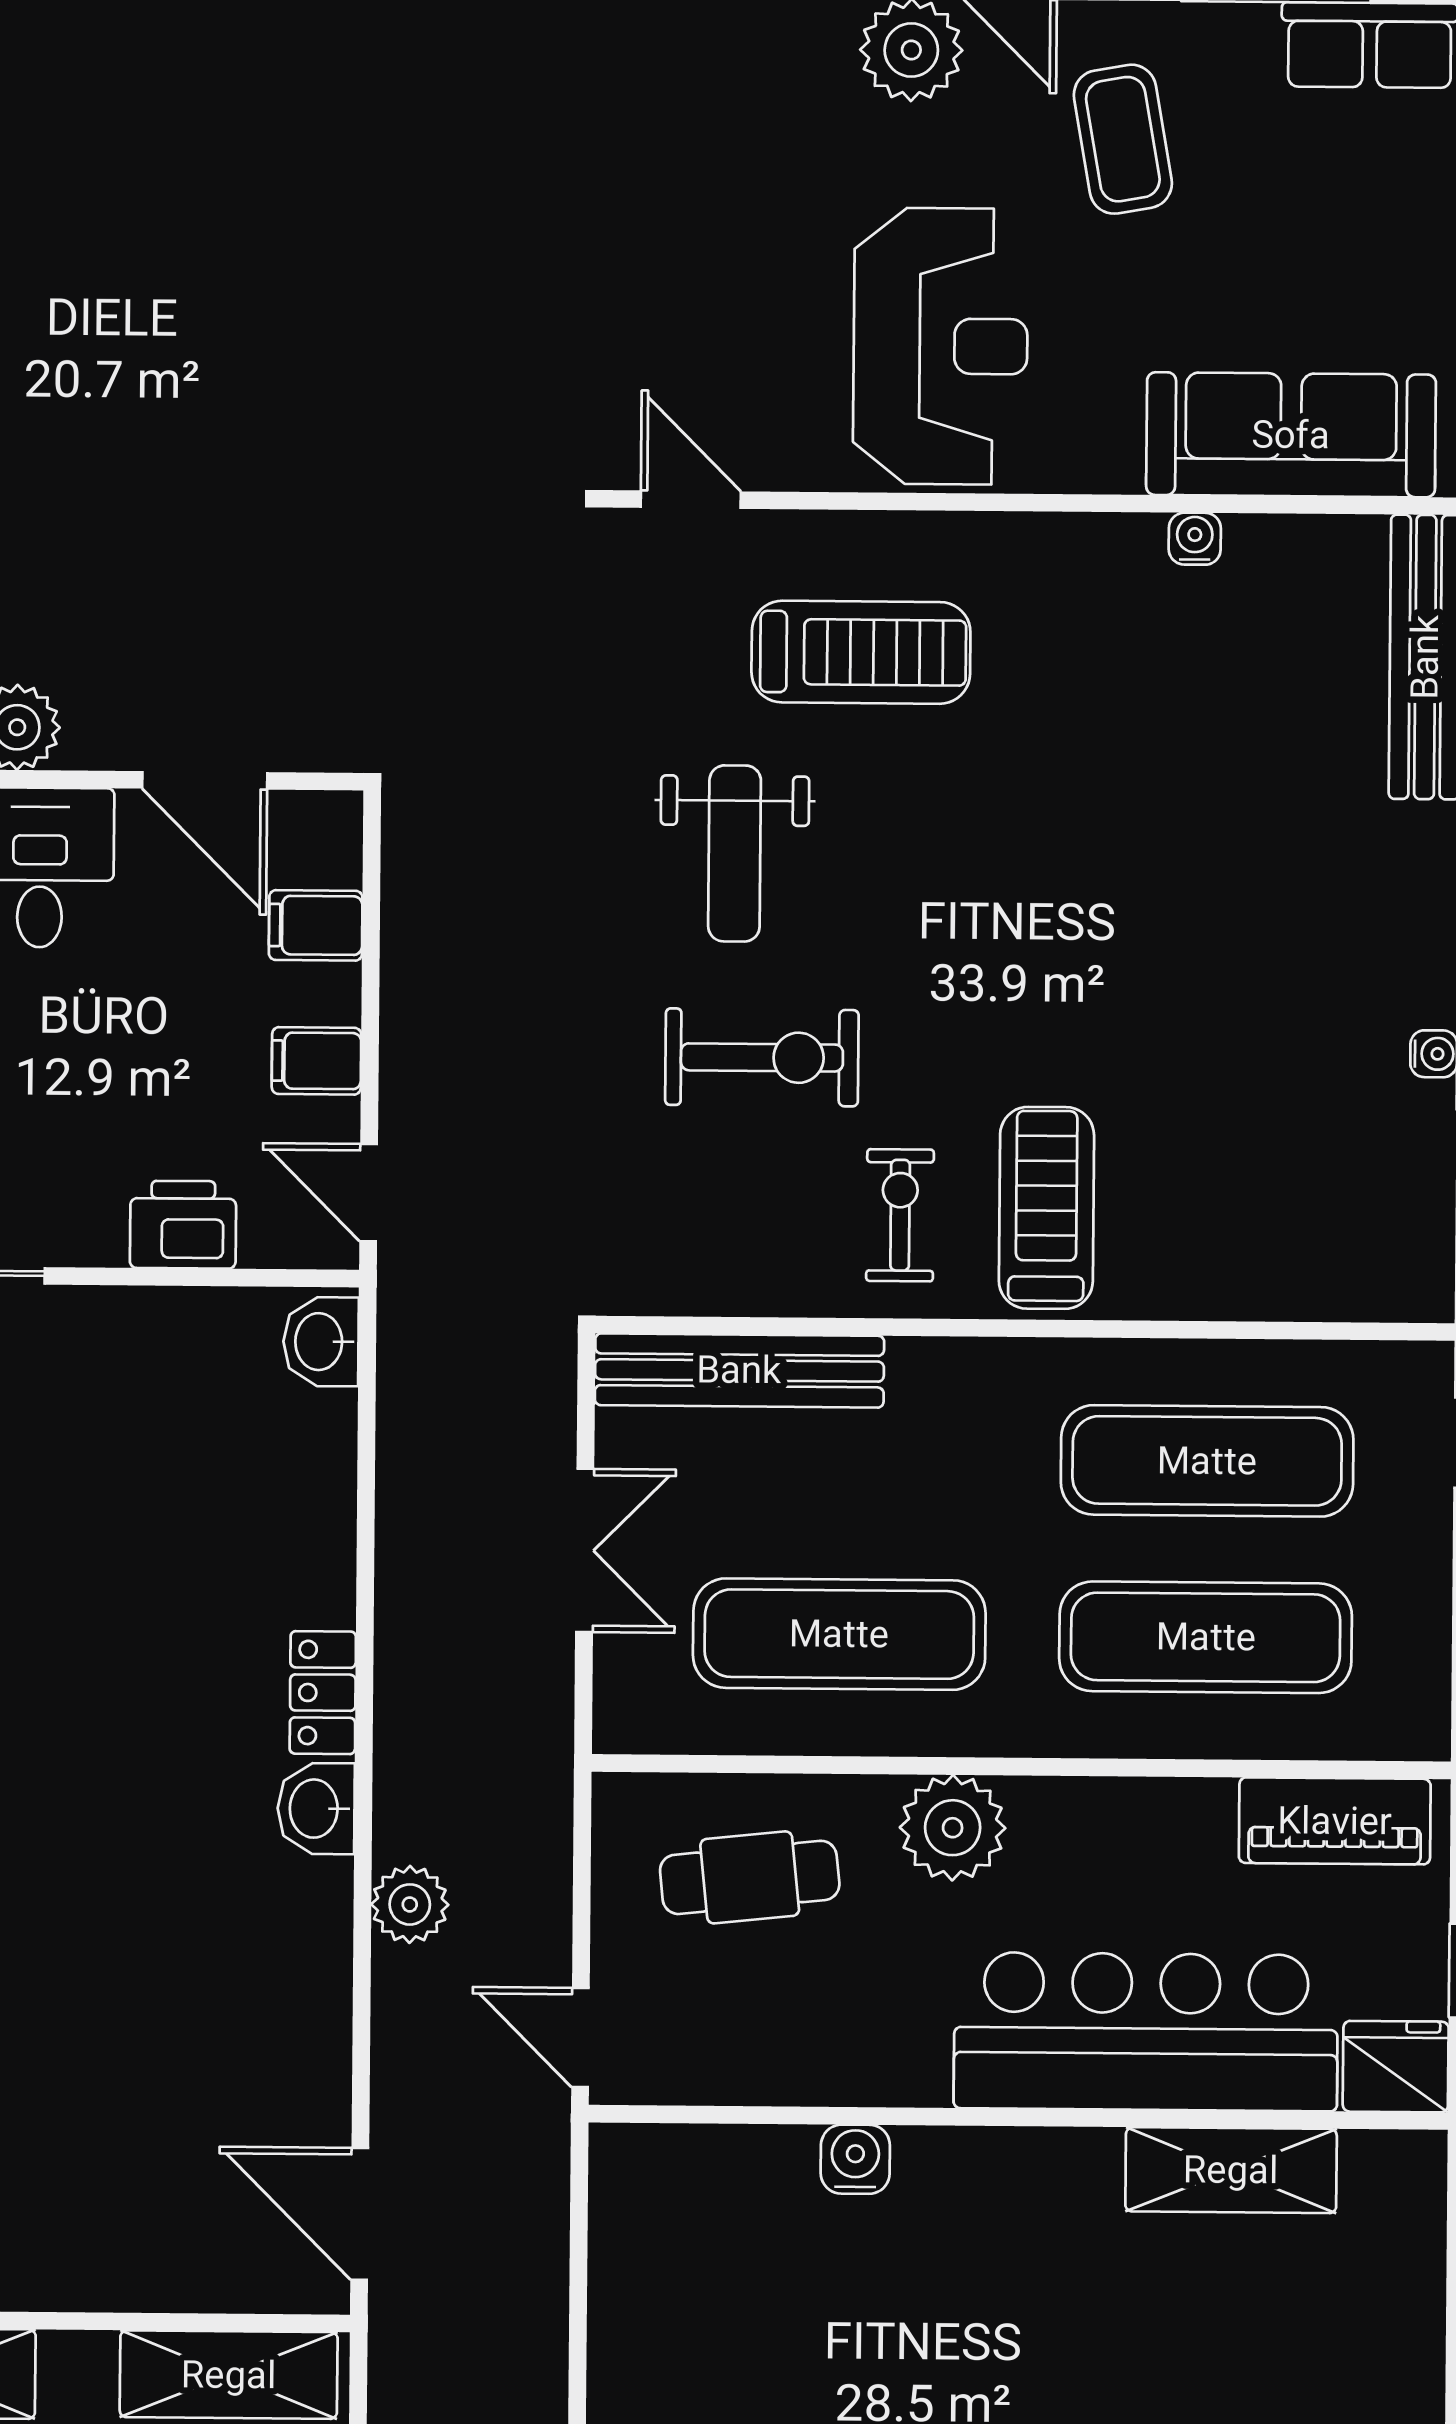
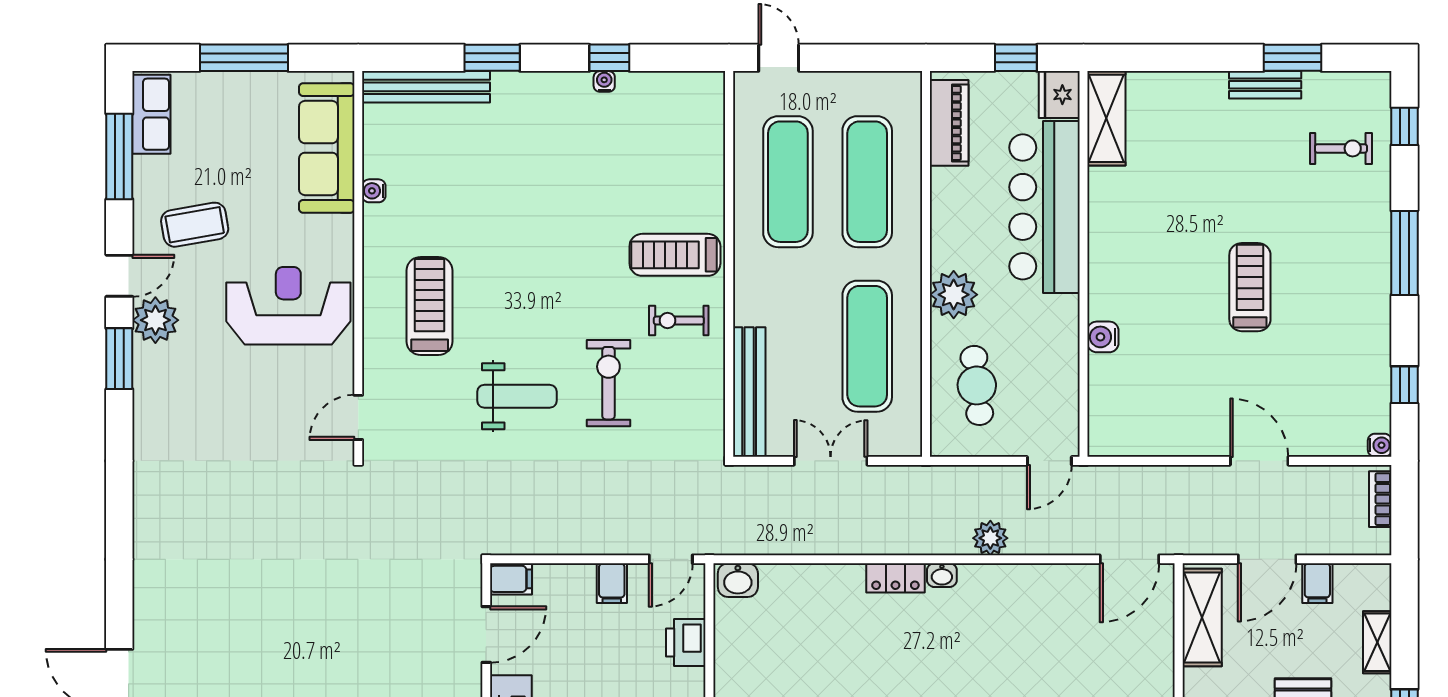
treadmill: (861, 652) -> (430, 306), moved
filing cabinet: (316, 925) -> (511, 579), moved, turned -90
washbasin: (316, 1809) -> (942, 575), width x0.72, depth x0.69
shelving: (1231, 2170) -> (1106, 118), moved

